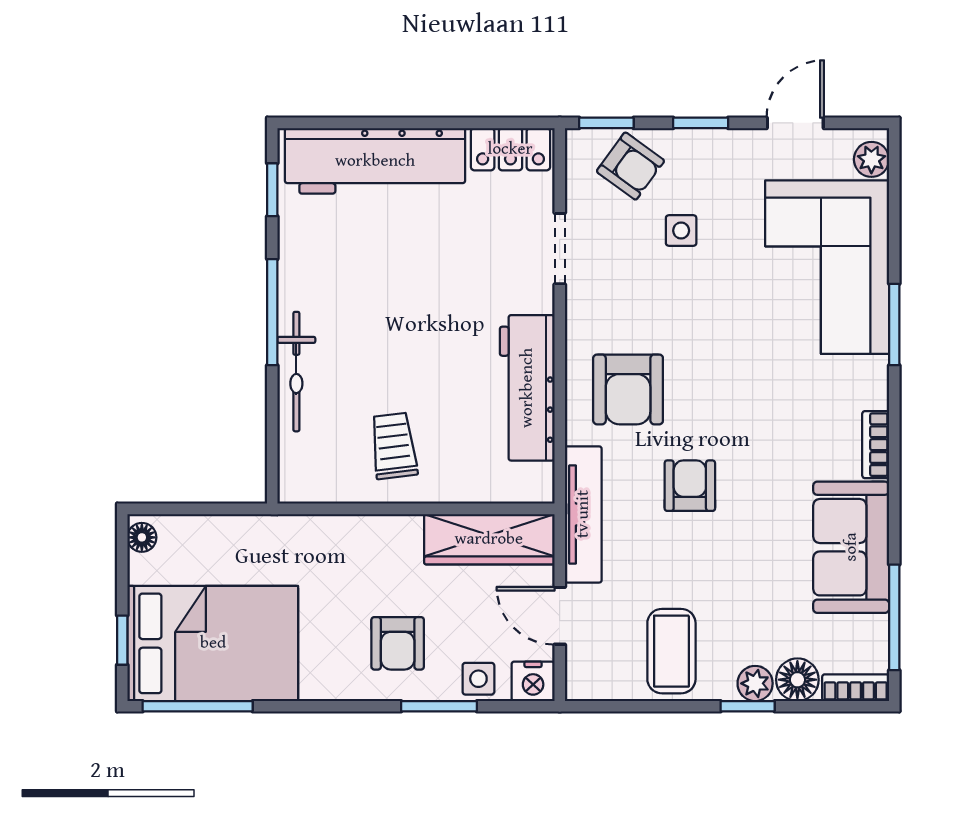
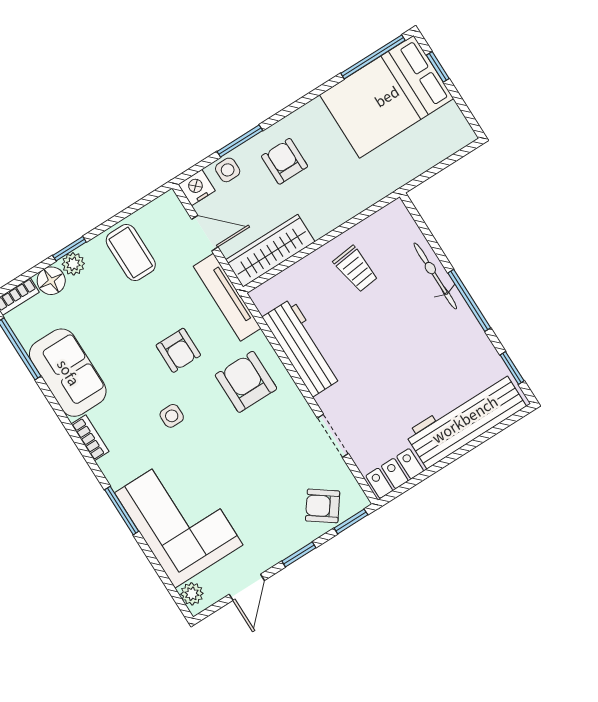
side table: (681, 231) -> (172, 416), moved
floor lamp: (142, 537) -> (463, 131), removed

